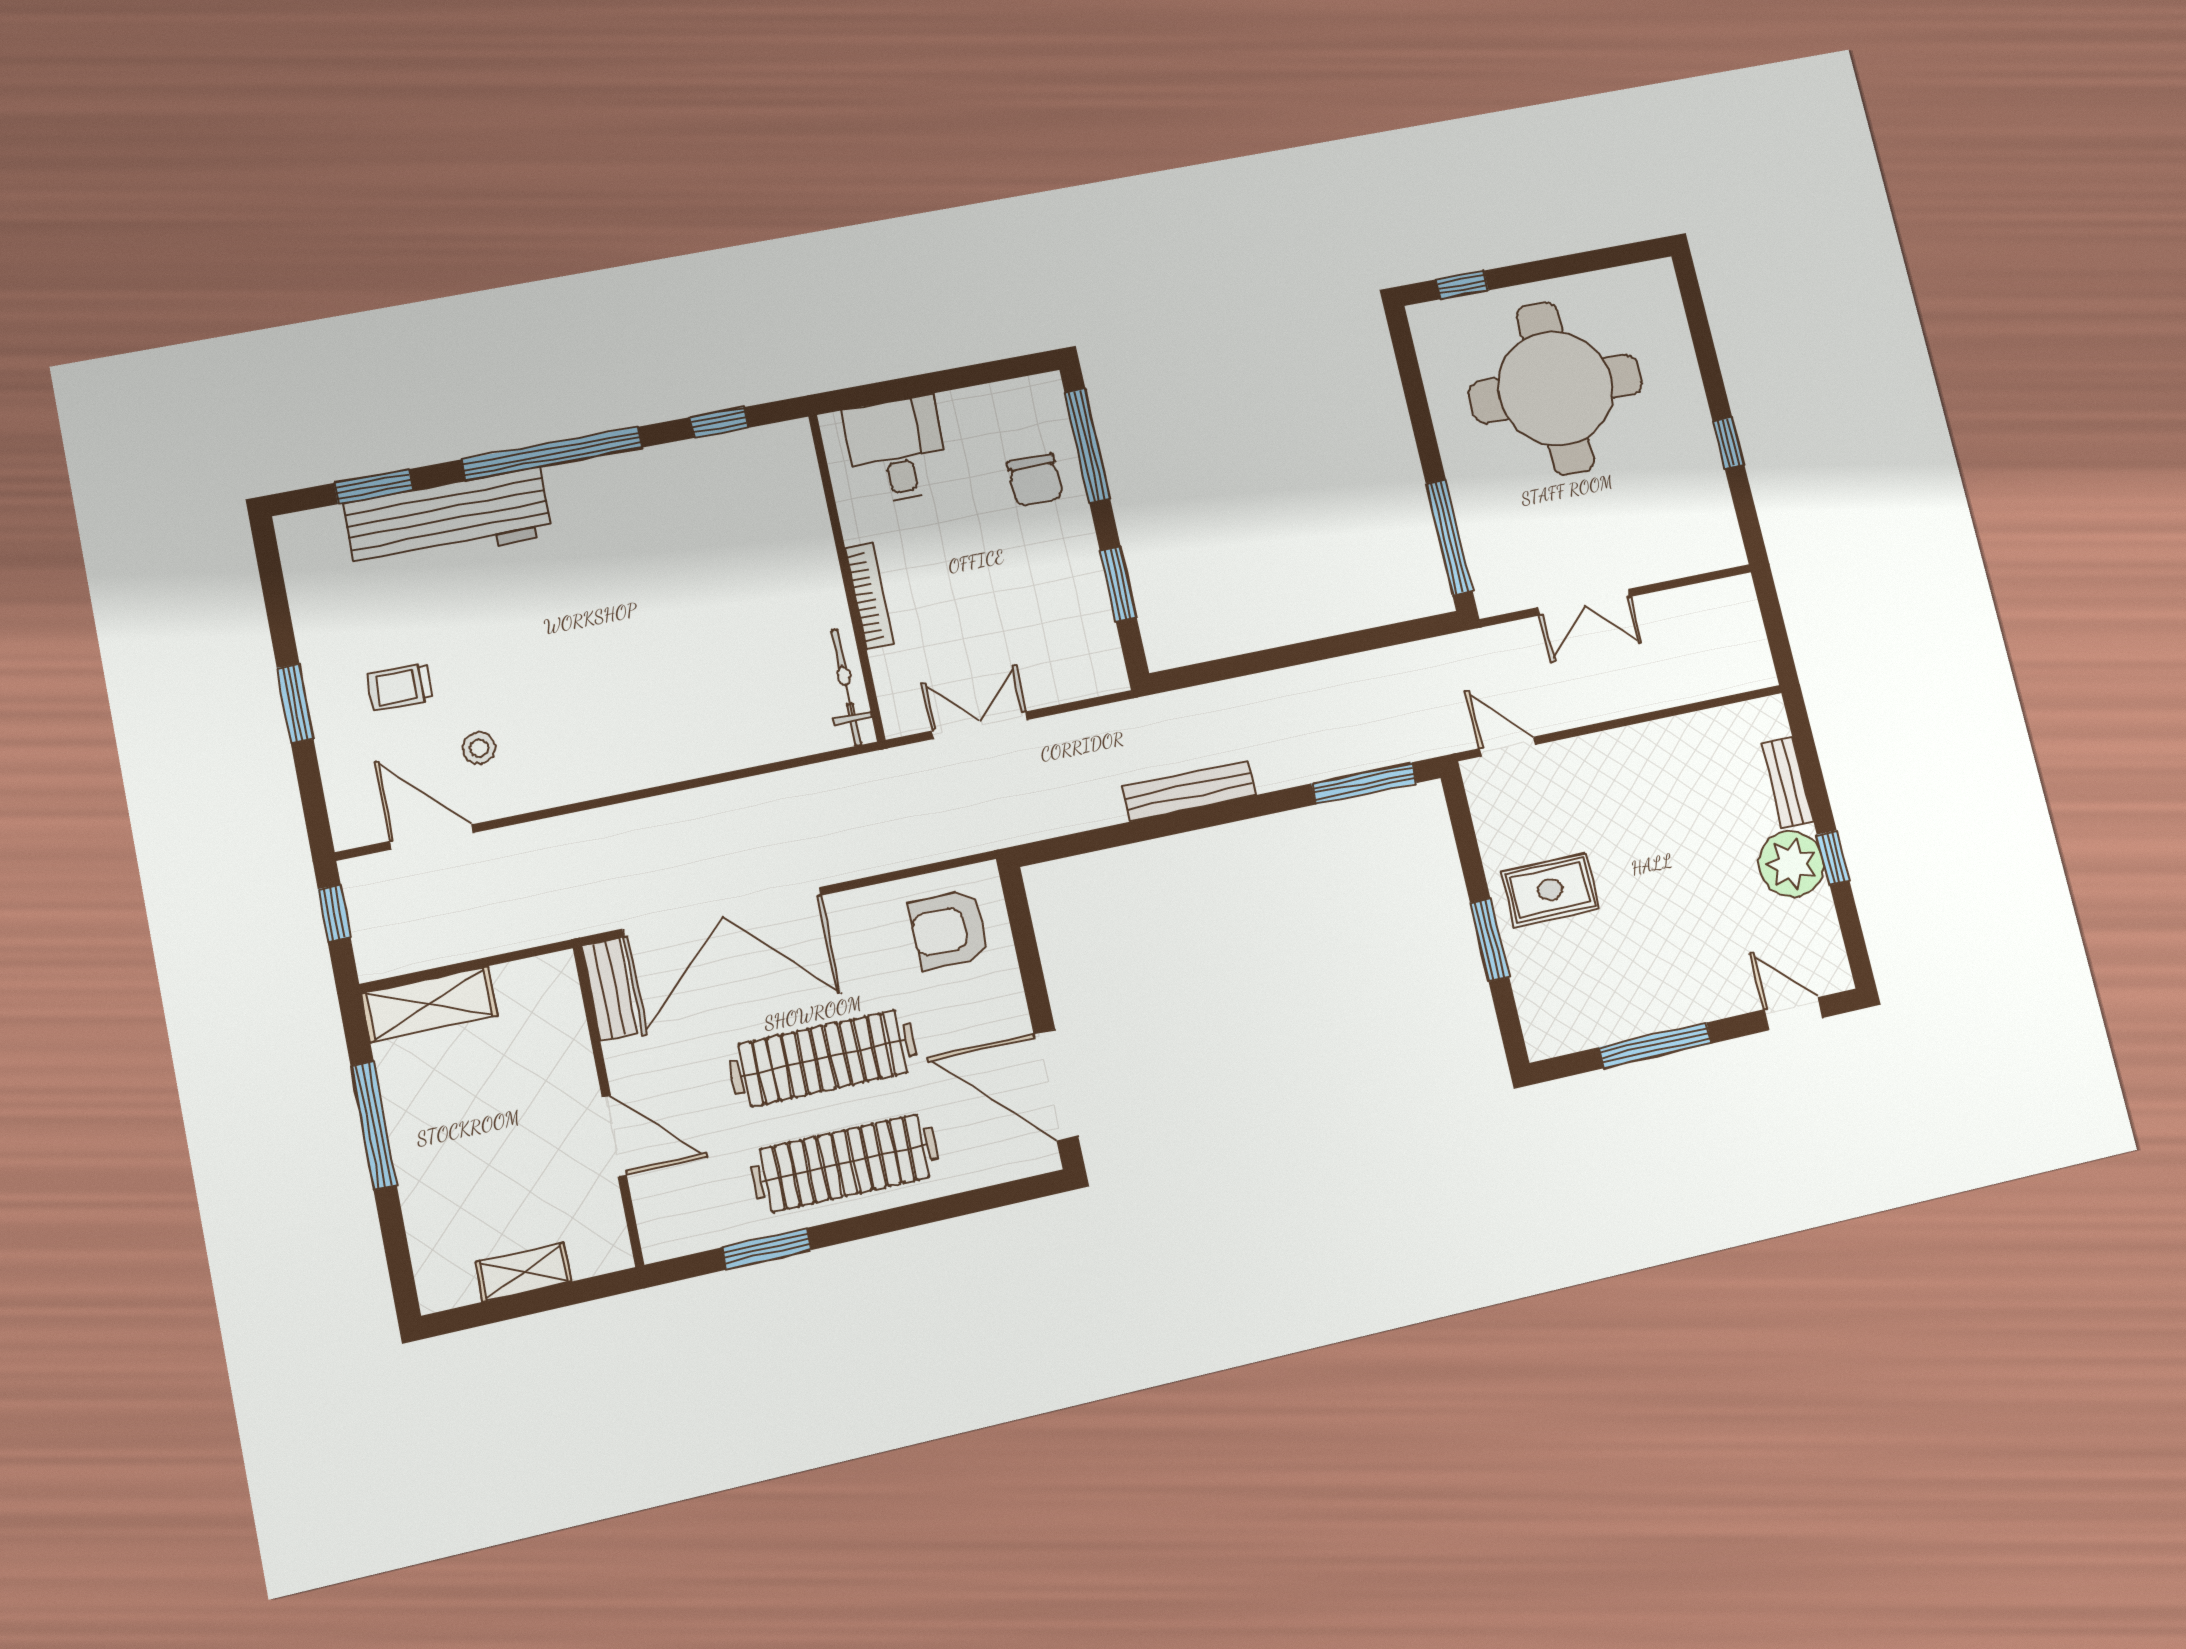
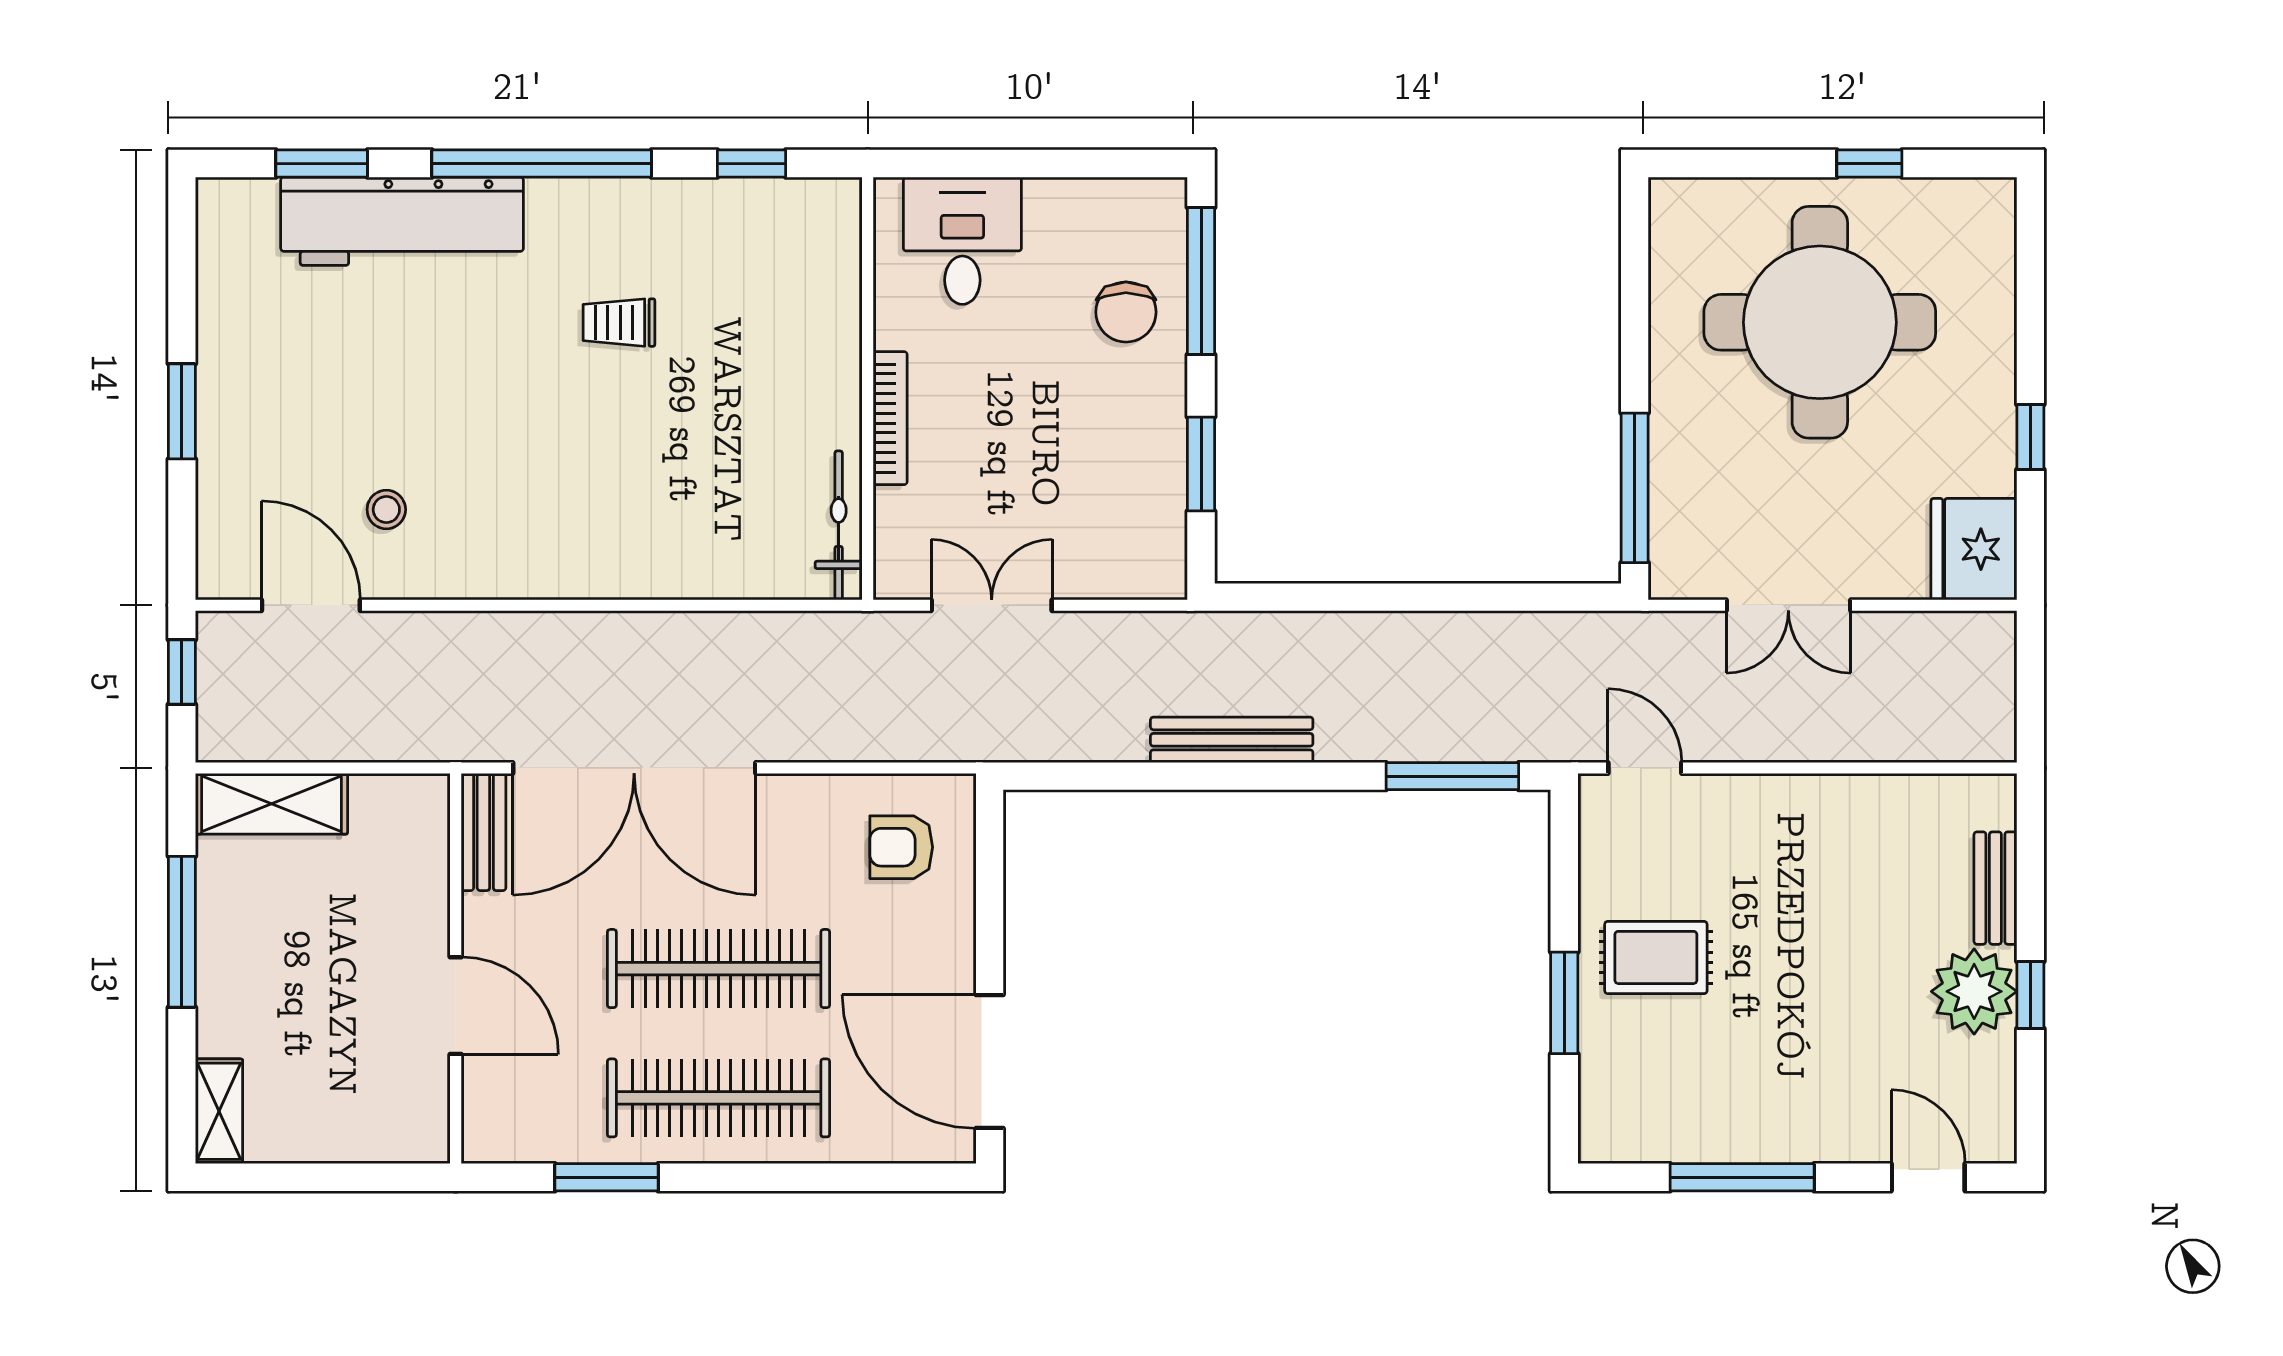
window: (1462, 285) -> (1869, 164), moved
fridge: (1708, 533) -> (1974, 549), added
trolley: (400, 687) -> (619, 323), moved
armchair: (949, 930) -> (901, 847), width x0.72, depth x0.72
shelving: (523, 1272) -> (219, 1111), moved, turned 90

